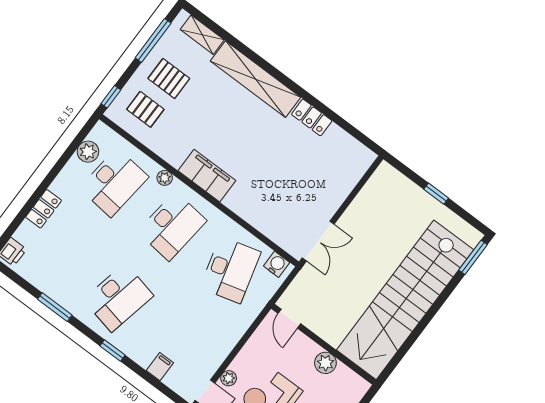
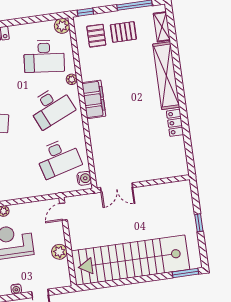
pallet: (169, 78) -> (123, 32), turned 90
plant: (88, 152) -> (62, 26), moved
desk: (172, 226) -> (51, 107), turned -30

